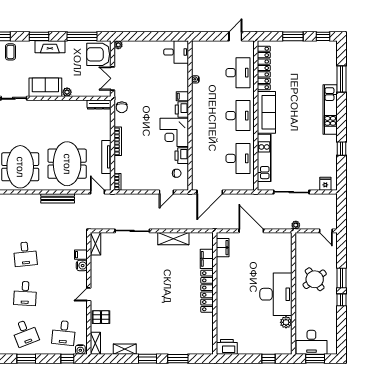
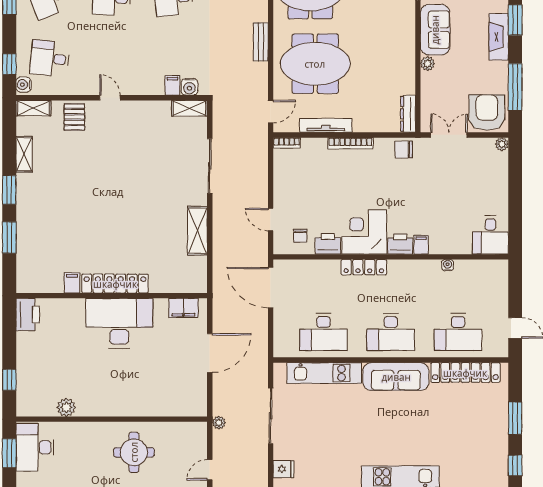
locker: (197, 133) -> (364, 267), added
bench: (58, 198) -> (261, 42), width x0.73
filing cabinet: (207, 259) -> (72, 283), moved, width x0.50
water cooler: (82, 266) -> (189, 87), moved
round table: (315, 279) -> (134, 452), turned 36
desk: (276, 294) -> (119, 323), moved, turned 180

